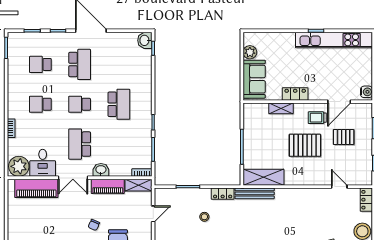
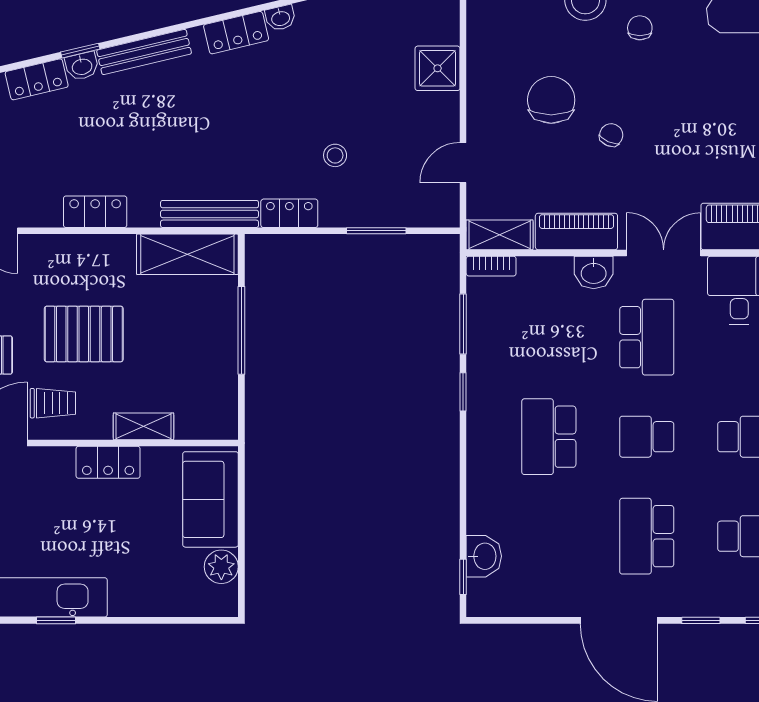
washbasin: (145, 40) -> (484, 556), moved
school desk: (80, 104) -> (647, 437), turned 180
locker: (300, 194) -> (95, 212), added

